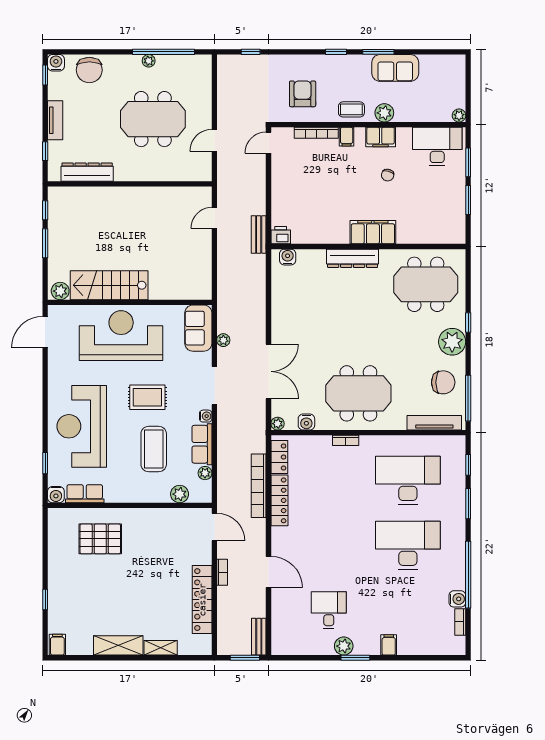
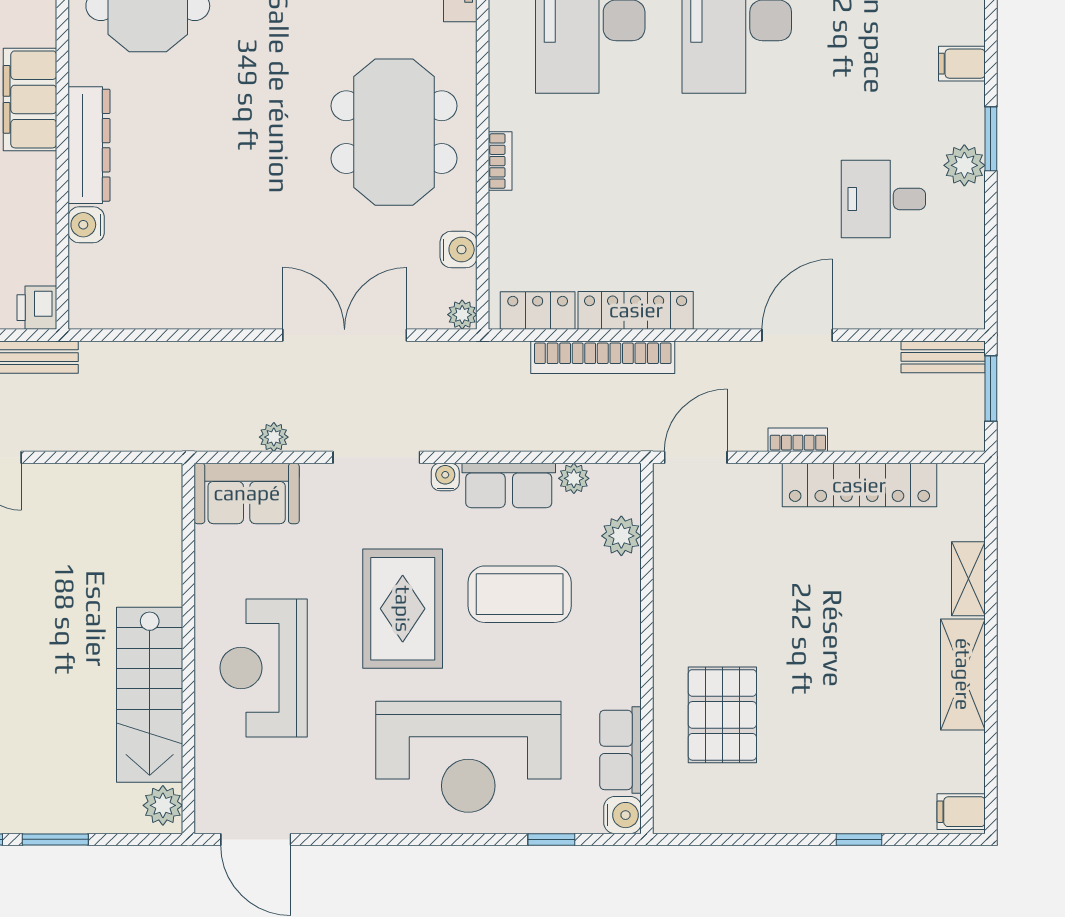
water cooler: (288, 257) -> (86, 225), moved
reception desk: (121, 336) -> (264, 668), width x0.74, depth x0.77
rug: (147, 397) -> (403, 609), width x1.36, depth x1.43

